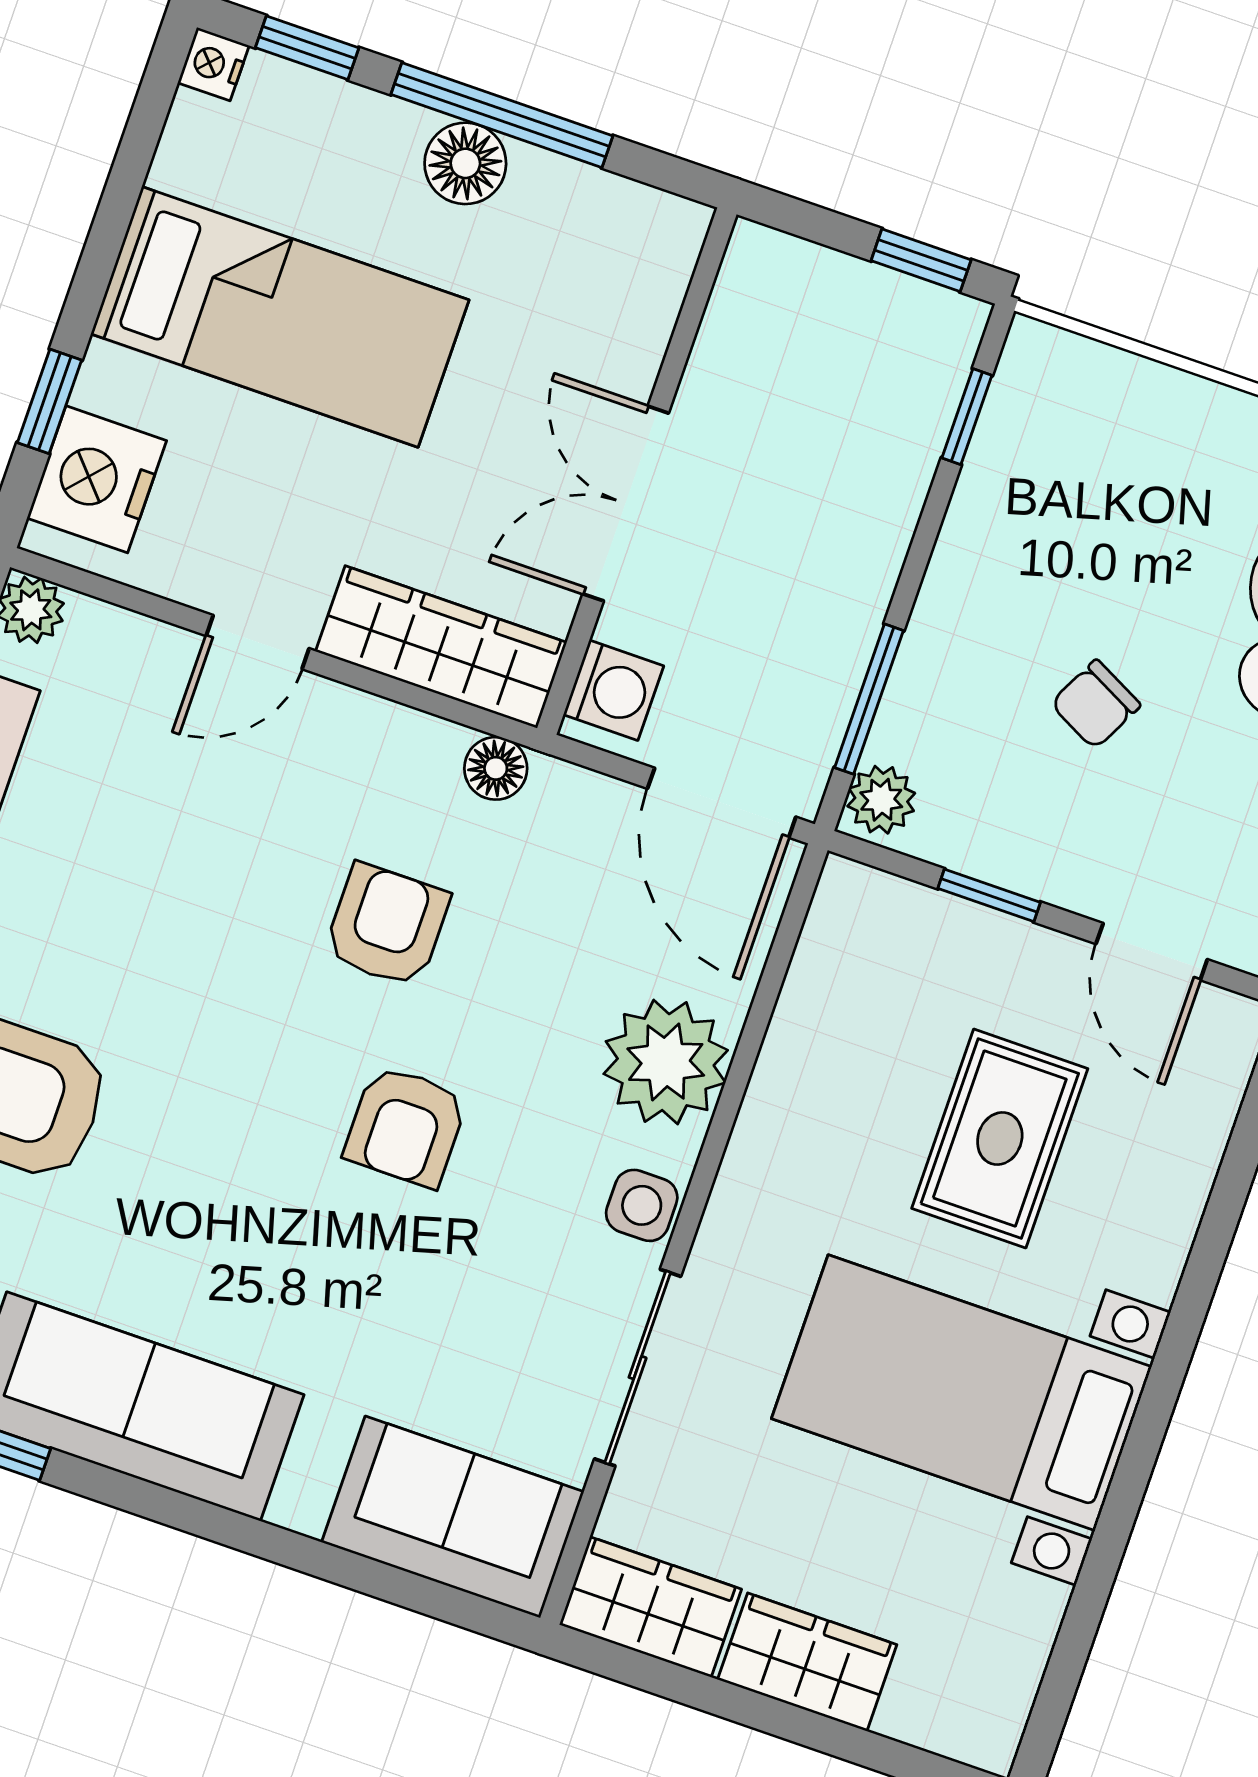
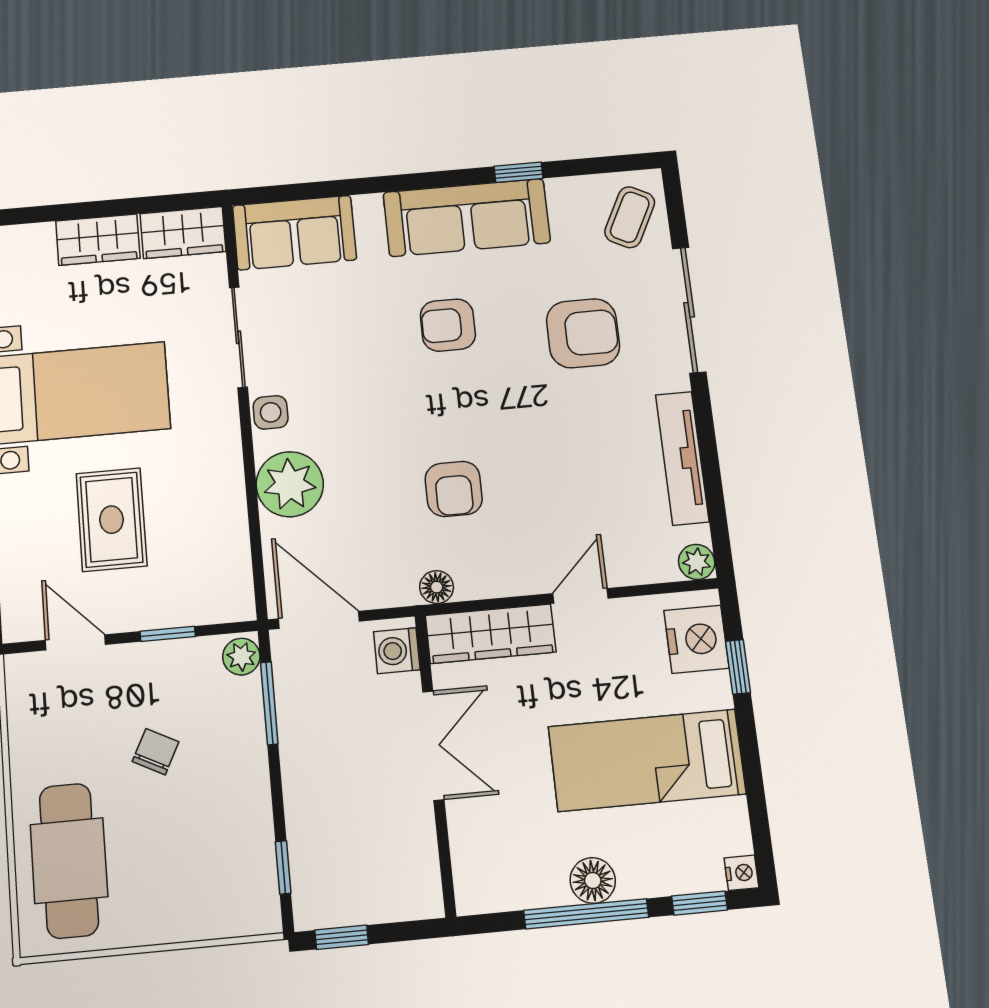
armchair: (406, 1126) -> (448, 325), moved, turned -90

